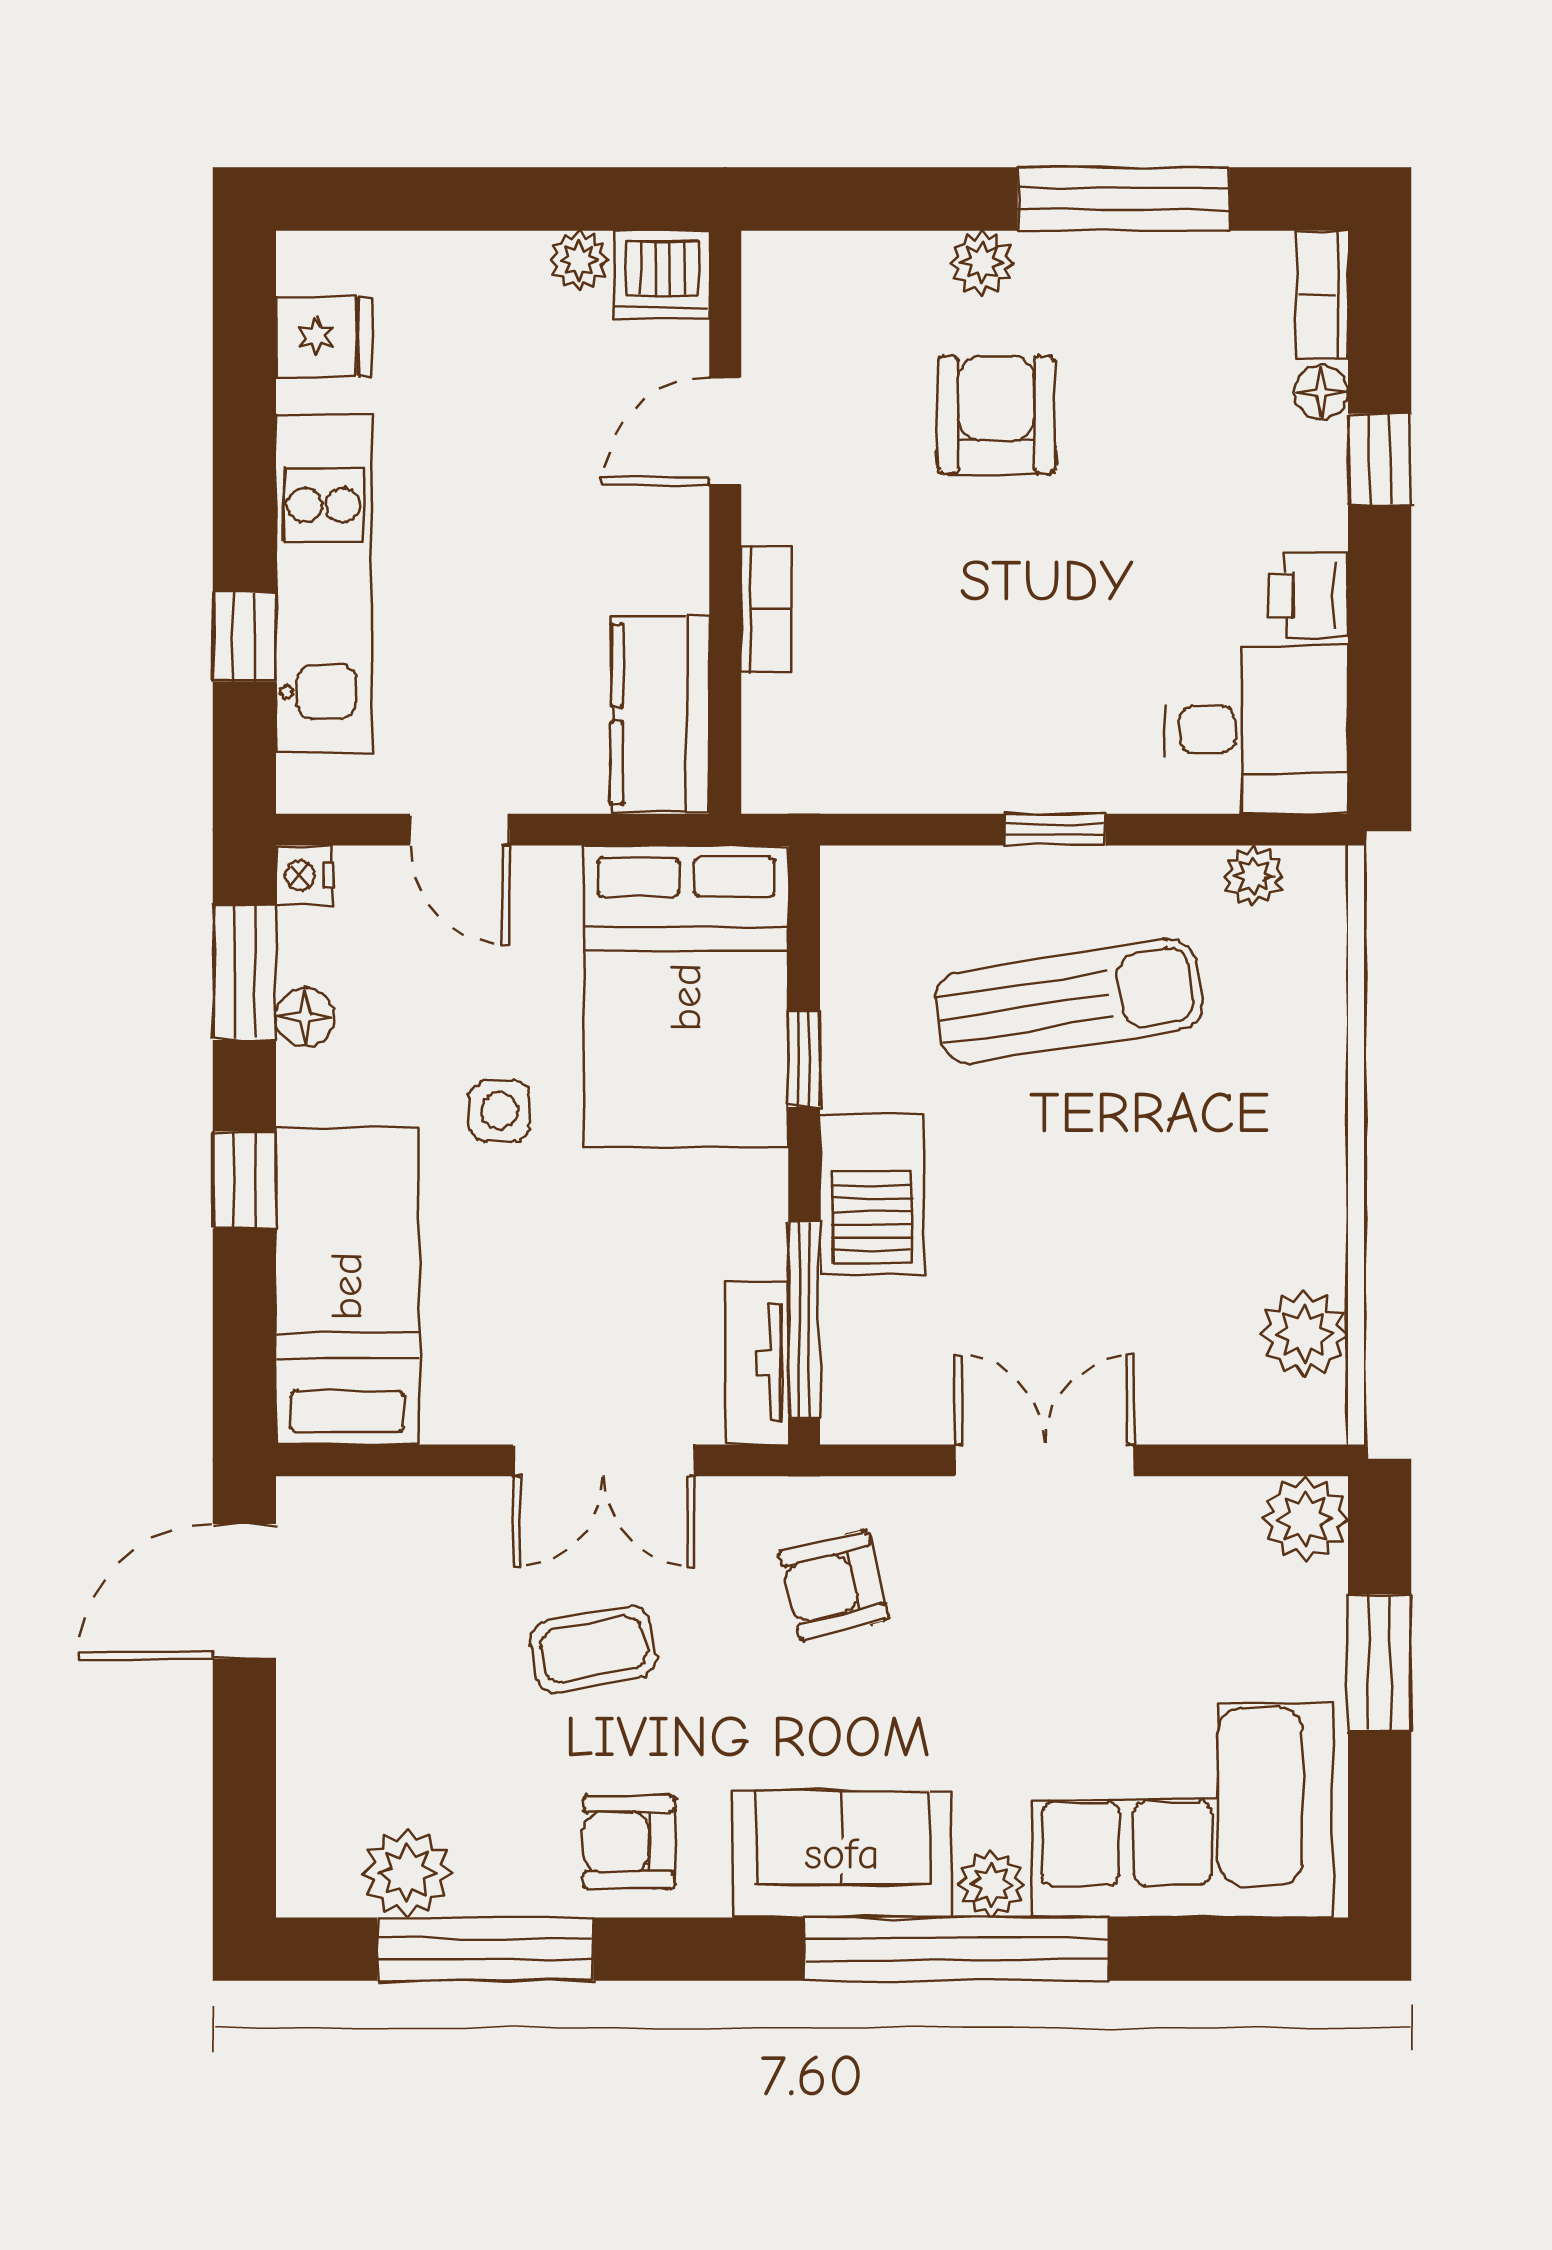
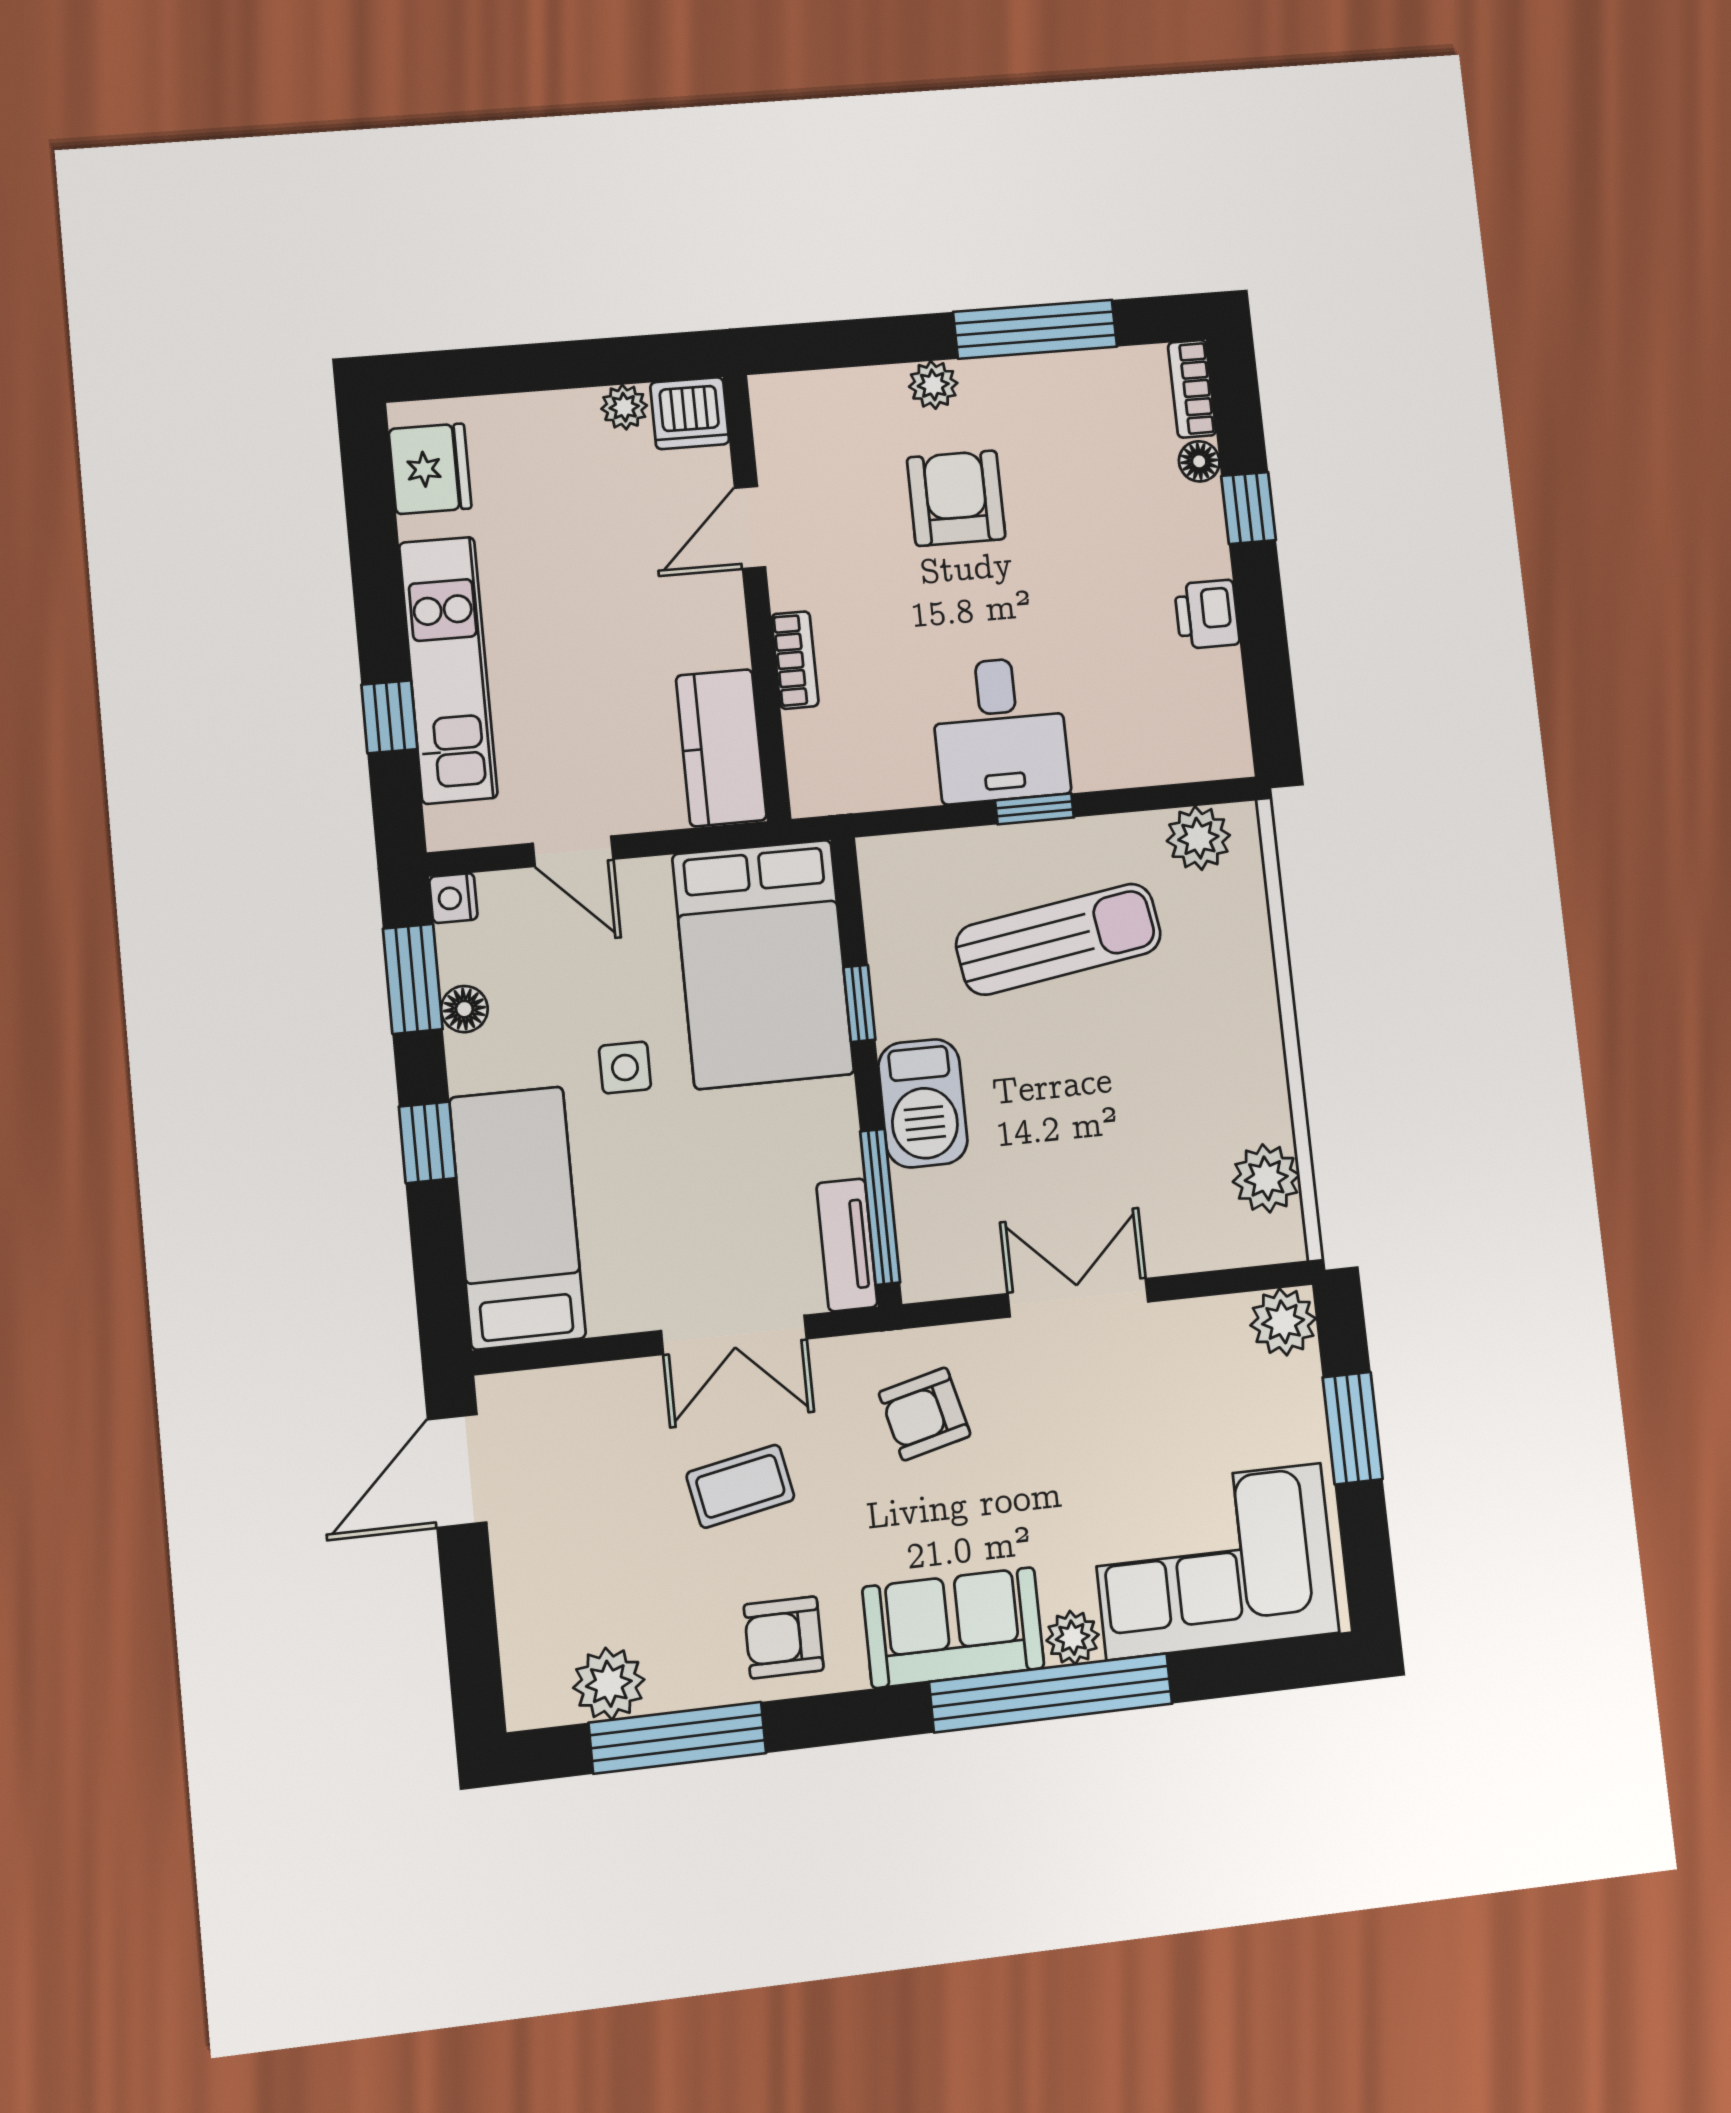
fridge: (324, 336) -> (430, 469), width x1.38
desk: (1257, 729) -> (1000, 730), moved, turned 90
plant: (1253, 876) -> (1198, 838), width x1.38, depth x1.38

